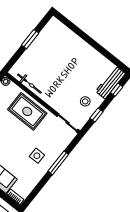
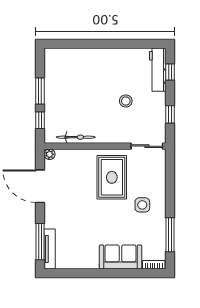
window: (16, 57) -> (40, 120), added
stool: (85, 101) -> (126, 101), moved
rug: (27, 111) -> (112, 177), moved, turned 90
window: (58, 163) -> (170, 235), moved

